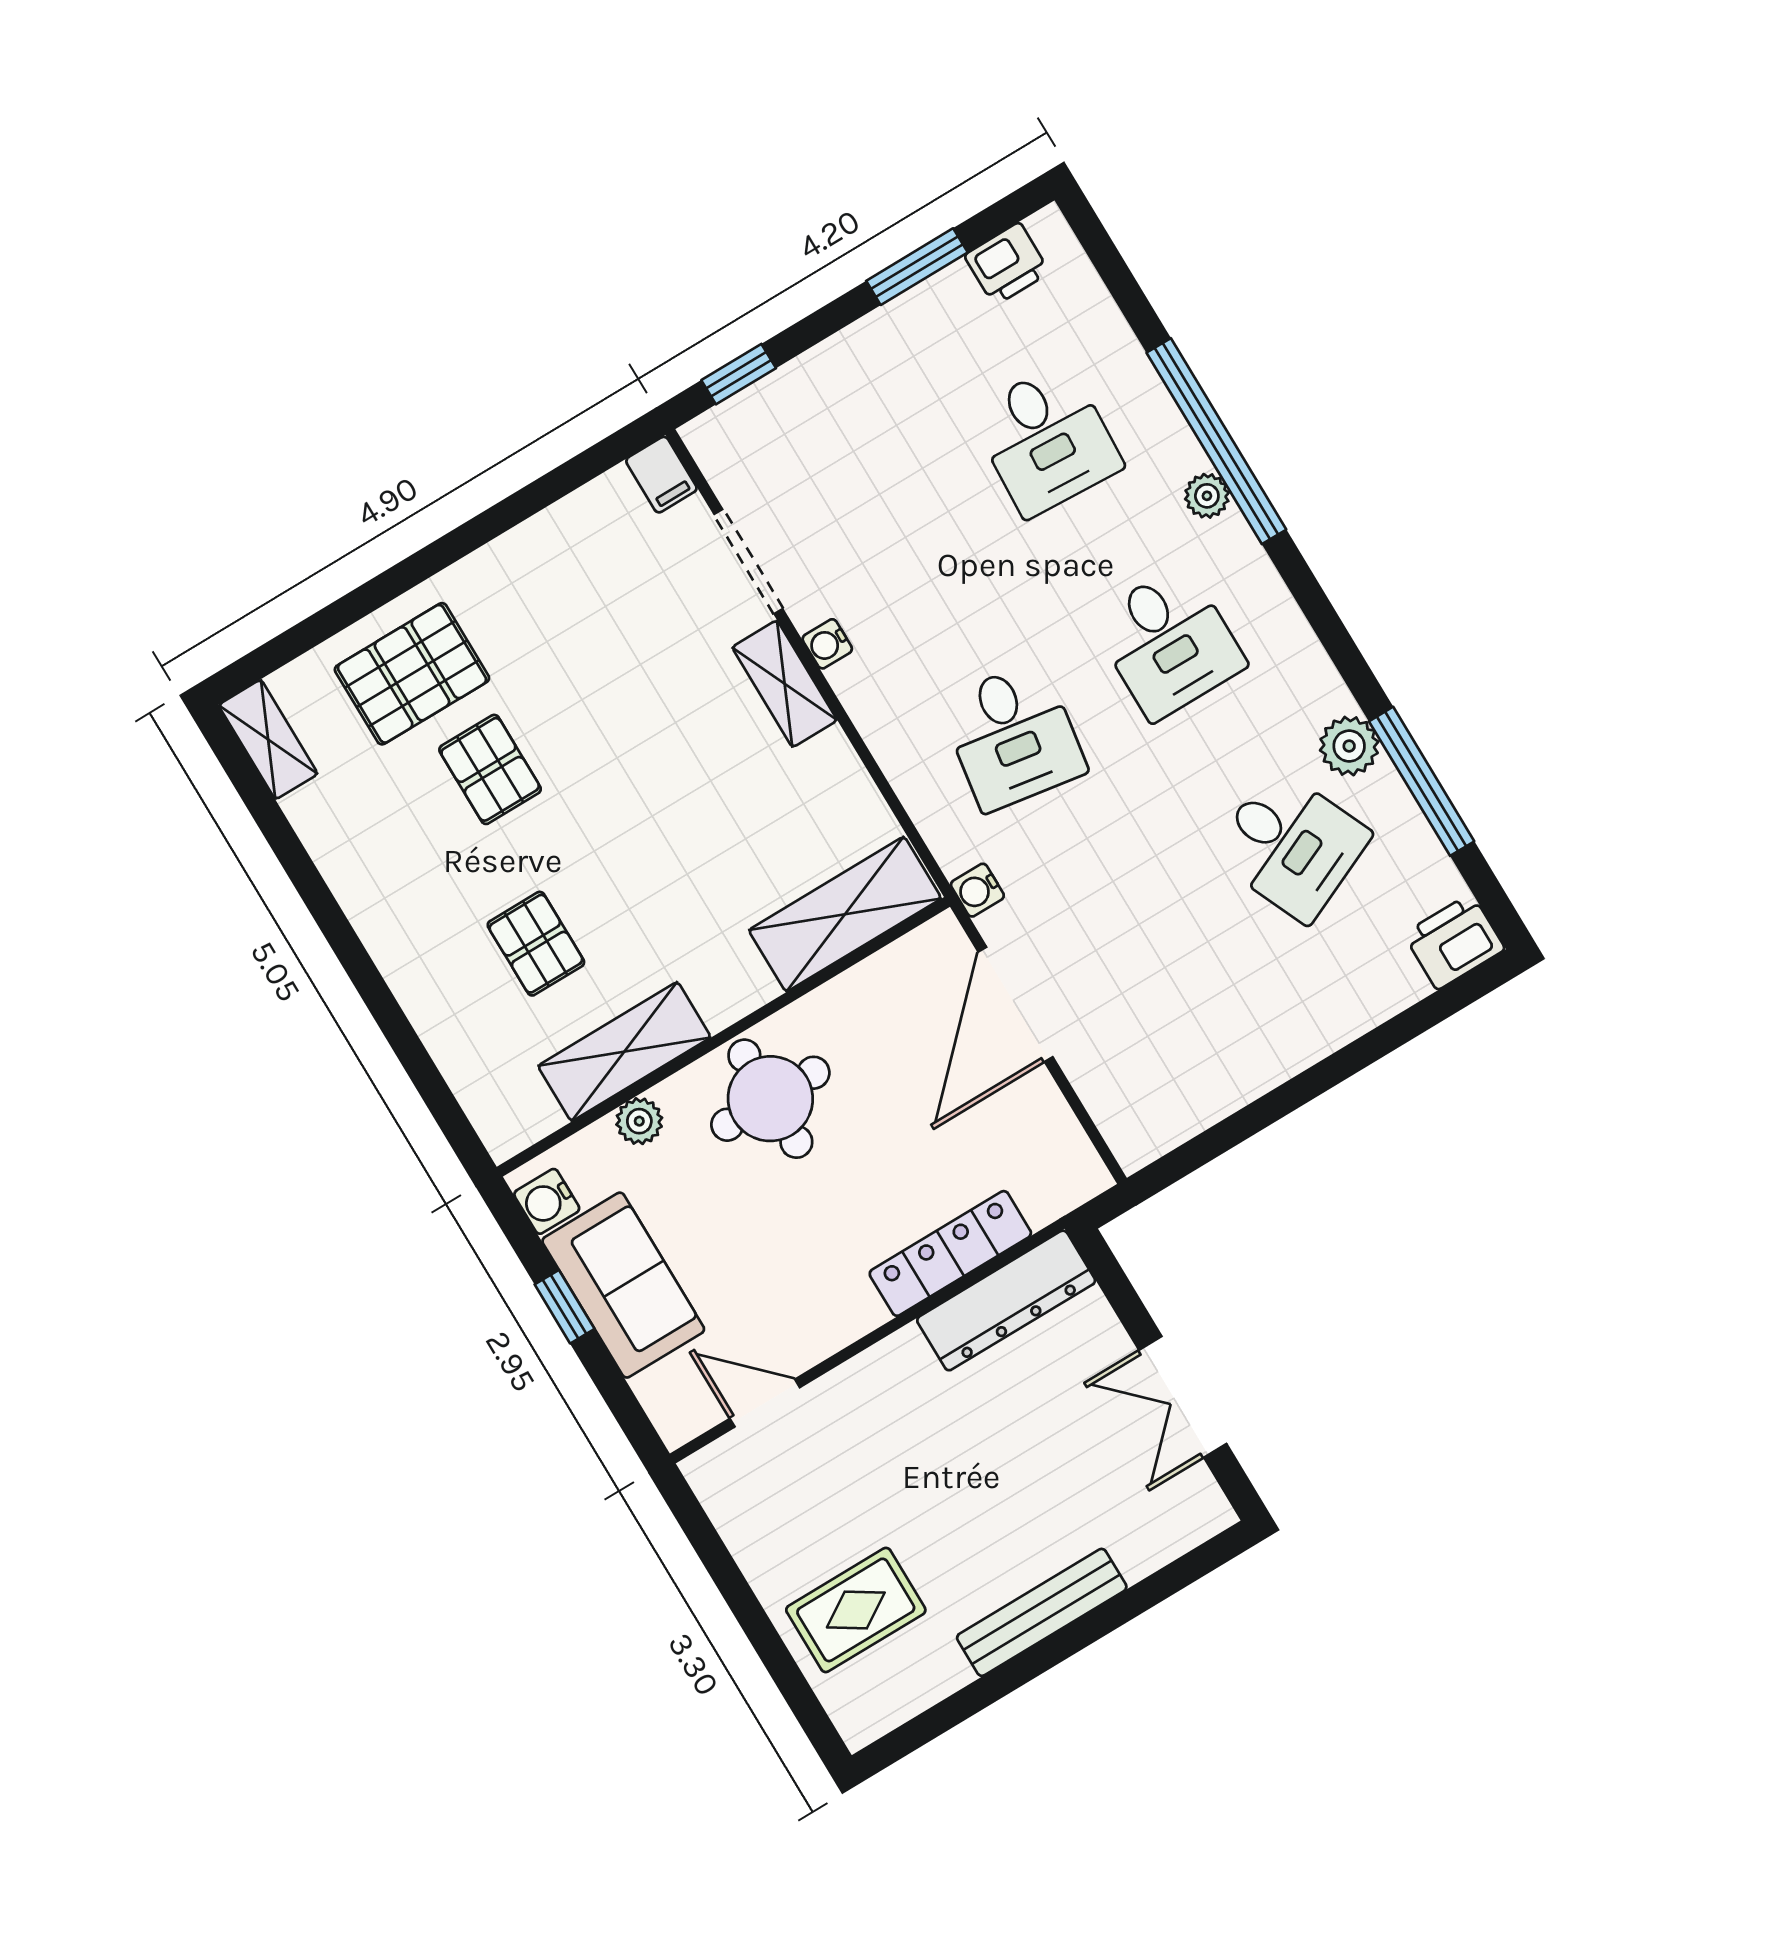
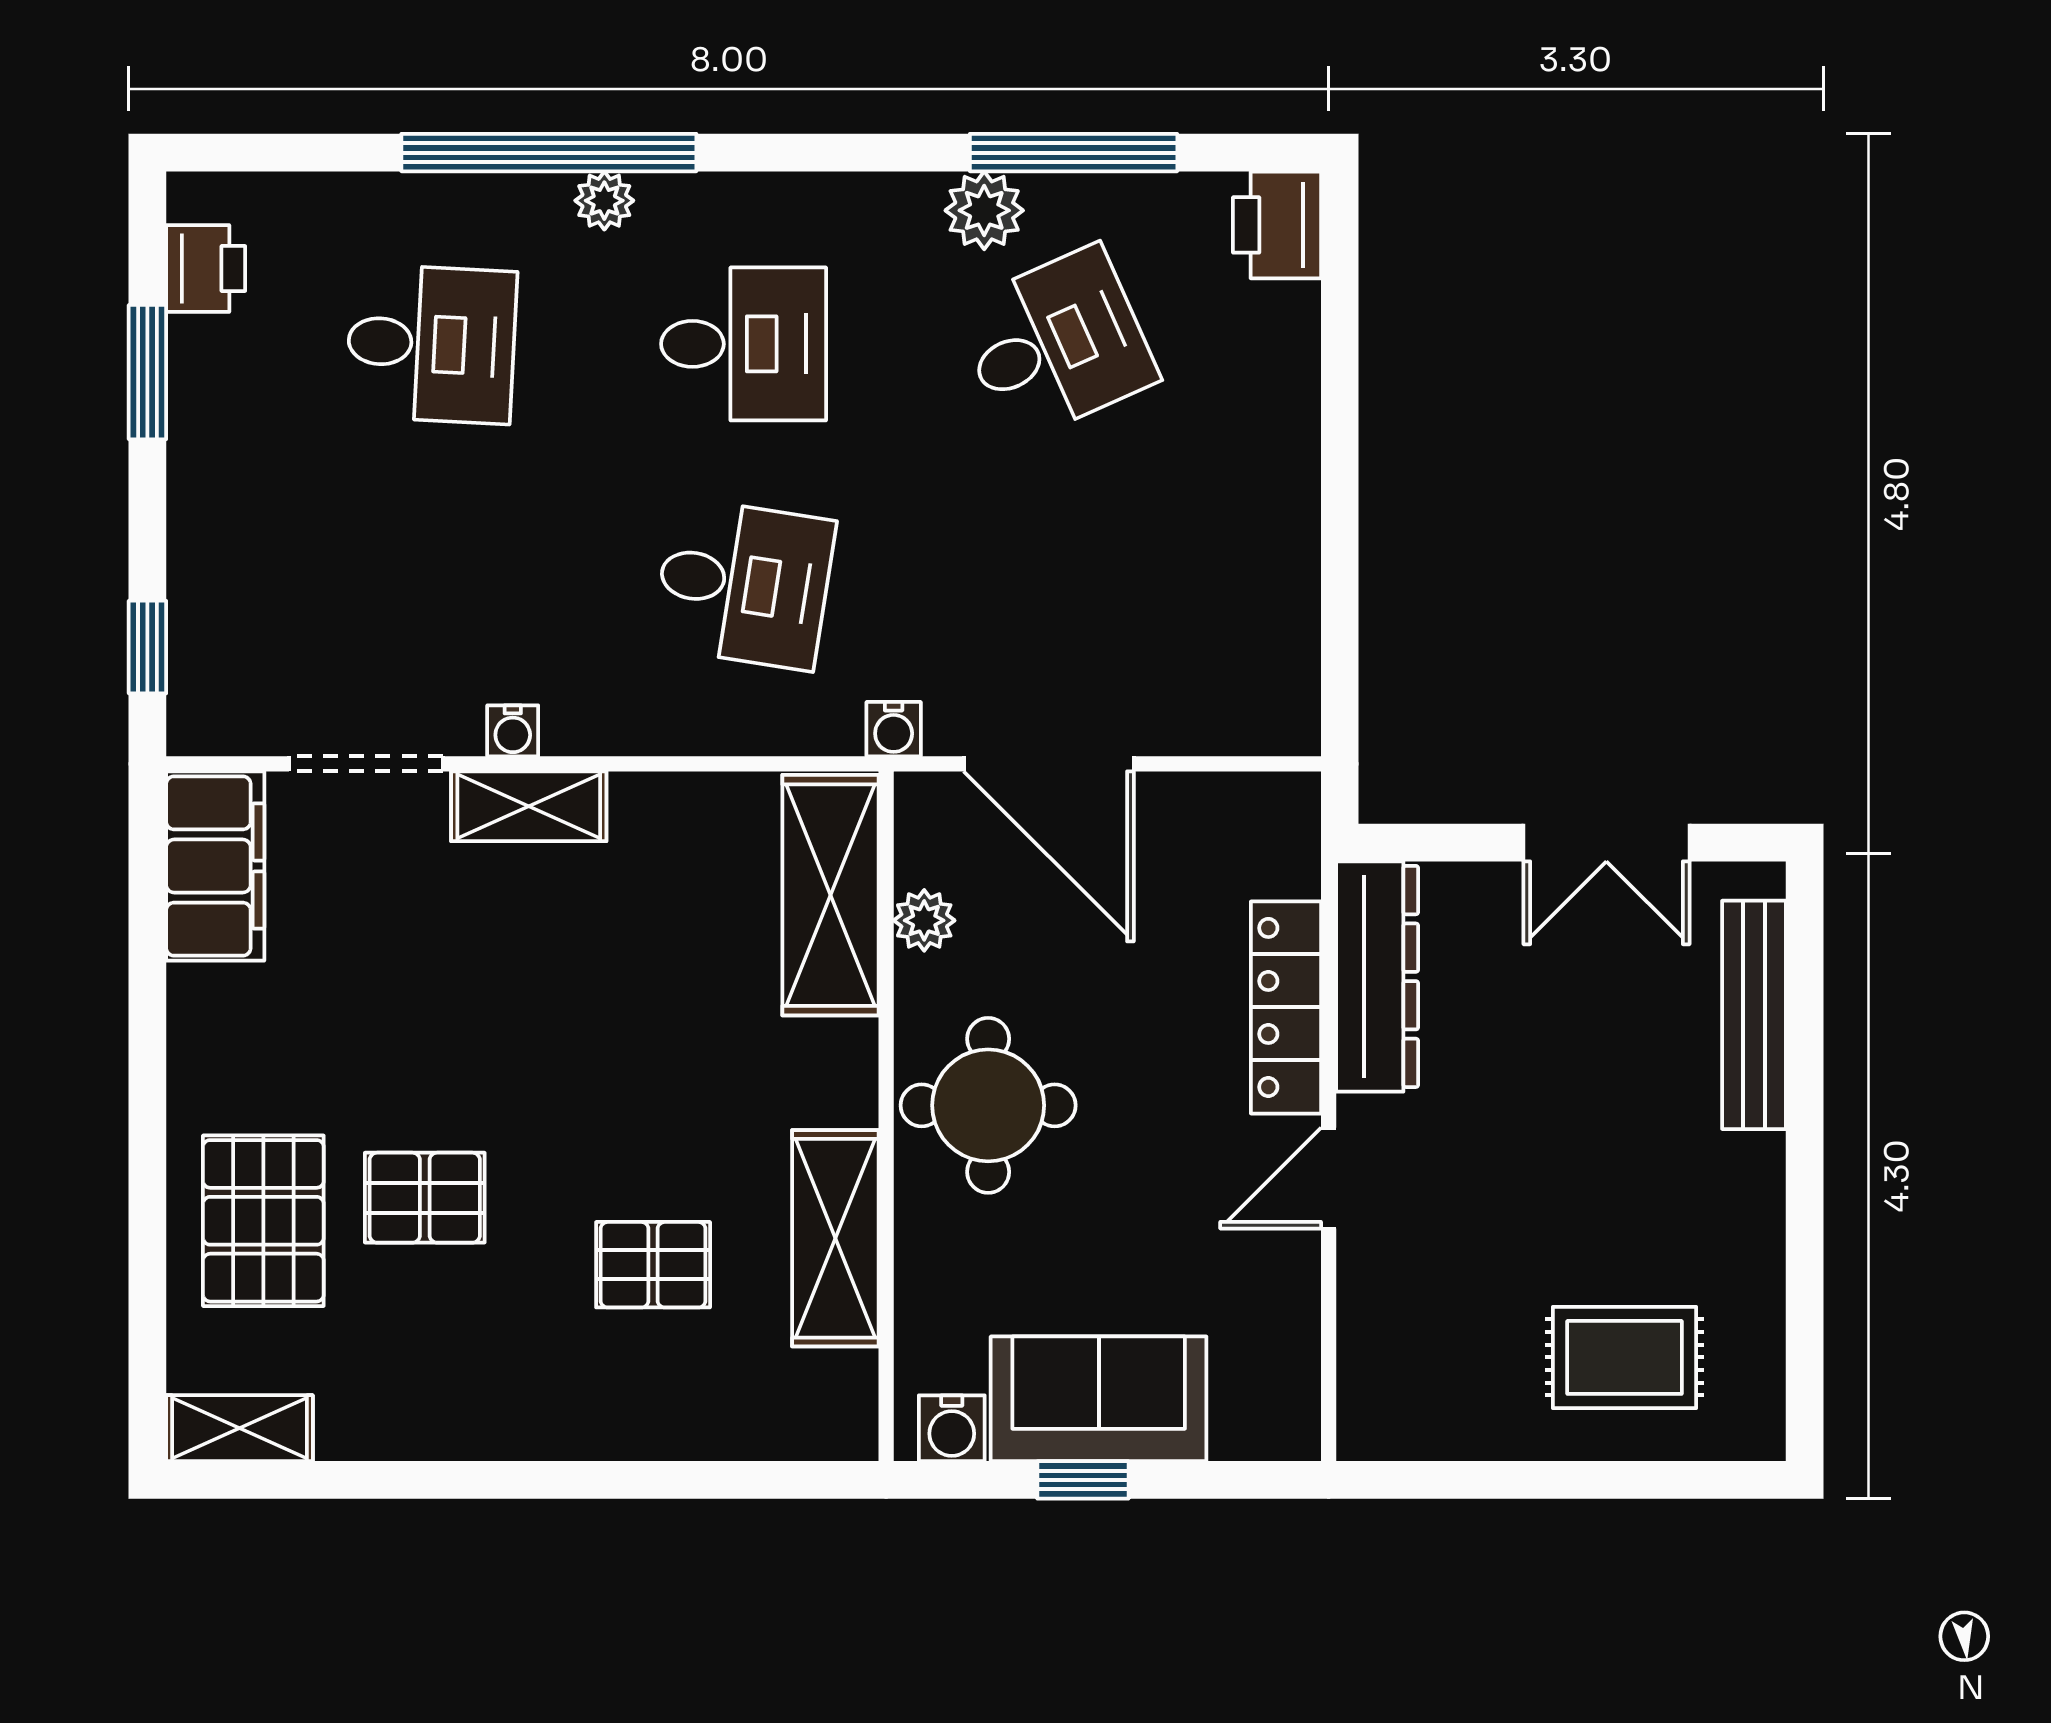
filing cabinet: (661, 475) -> (215, 866), width x3.00, depth x1.17
plant: (639, 1121) -> (924, 920), moved
door: (765, 1403) -> (1329, 1178), moved
rug: (856, 1610) -> (1625, 1357), turned 90
bench: (1042, 1612) -> (1754, 1015), moved

